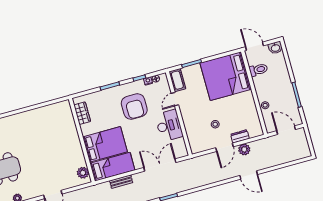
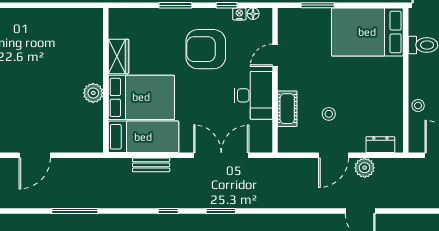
bed: (226, 76) -> (367, 32), width x0.73
cot: (177, 80) -> (287, 109), moved
armchair: (134, 106) -> (206, 49), turned 90
wardrobe: (82, 113) -> (118, 56), moved
dresser: (240, 136) -> (380, 145), moved
plant: (83, 173) -> (93, 93), moved

